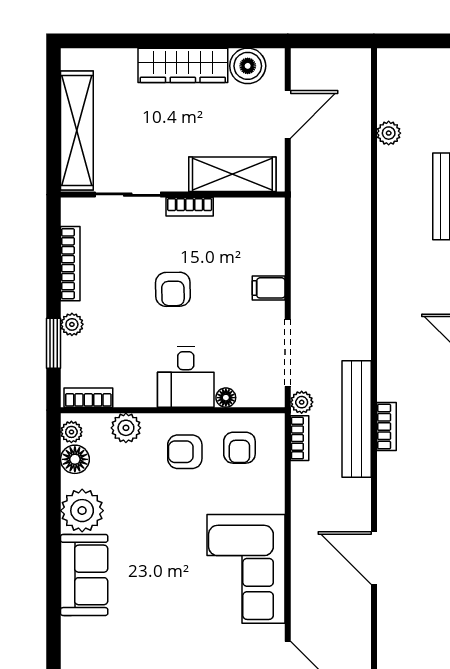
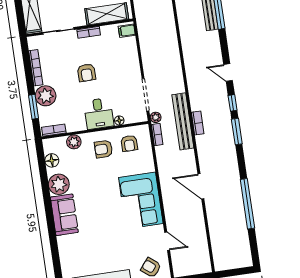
filing cabinet: (269, 288) -> (127, 31), moved
plant: (72, 324) -> (46, 96), width x1.88, depth x1.88
plant: (71, 432) -> (48, 148), removed

